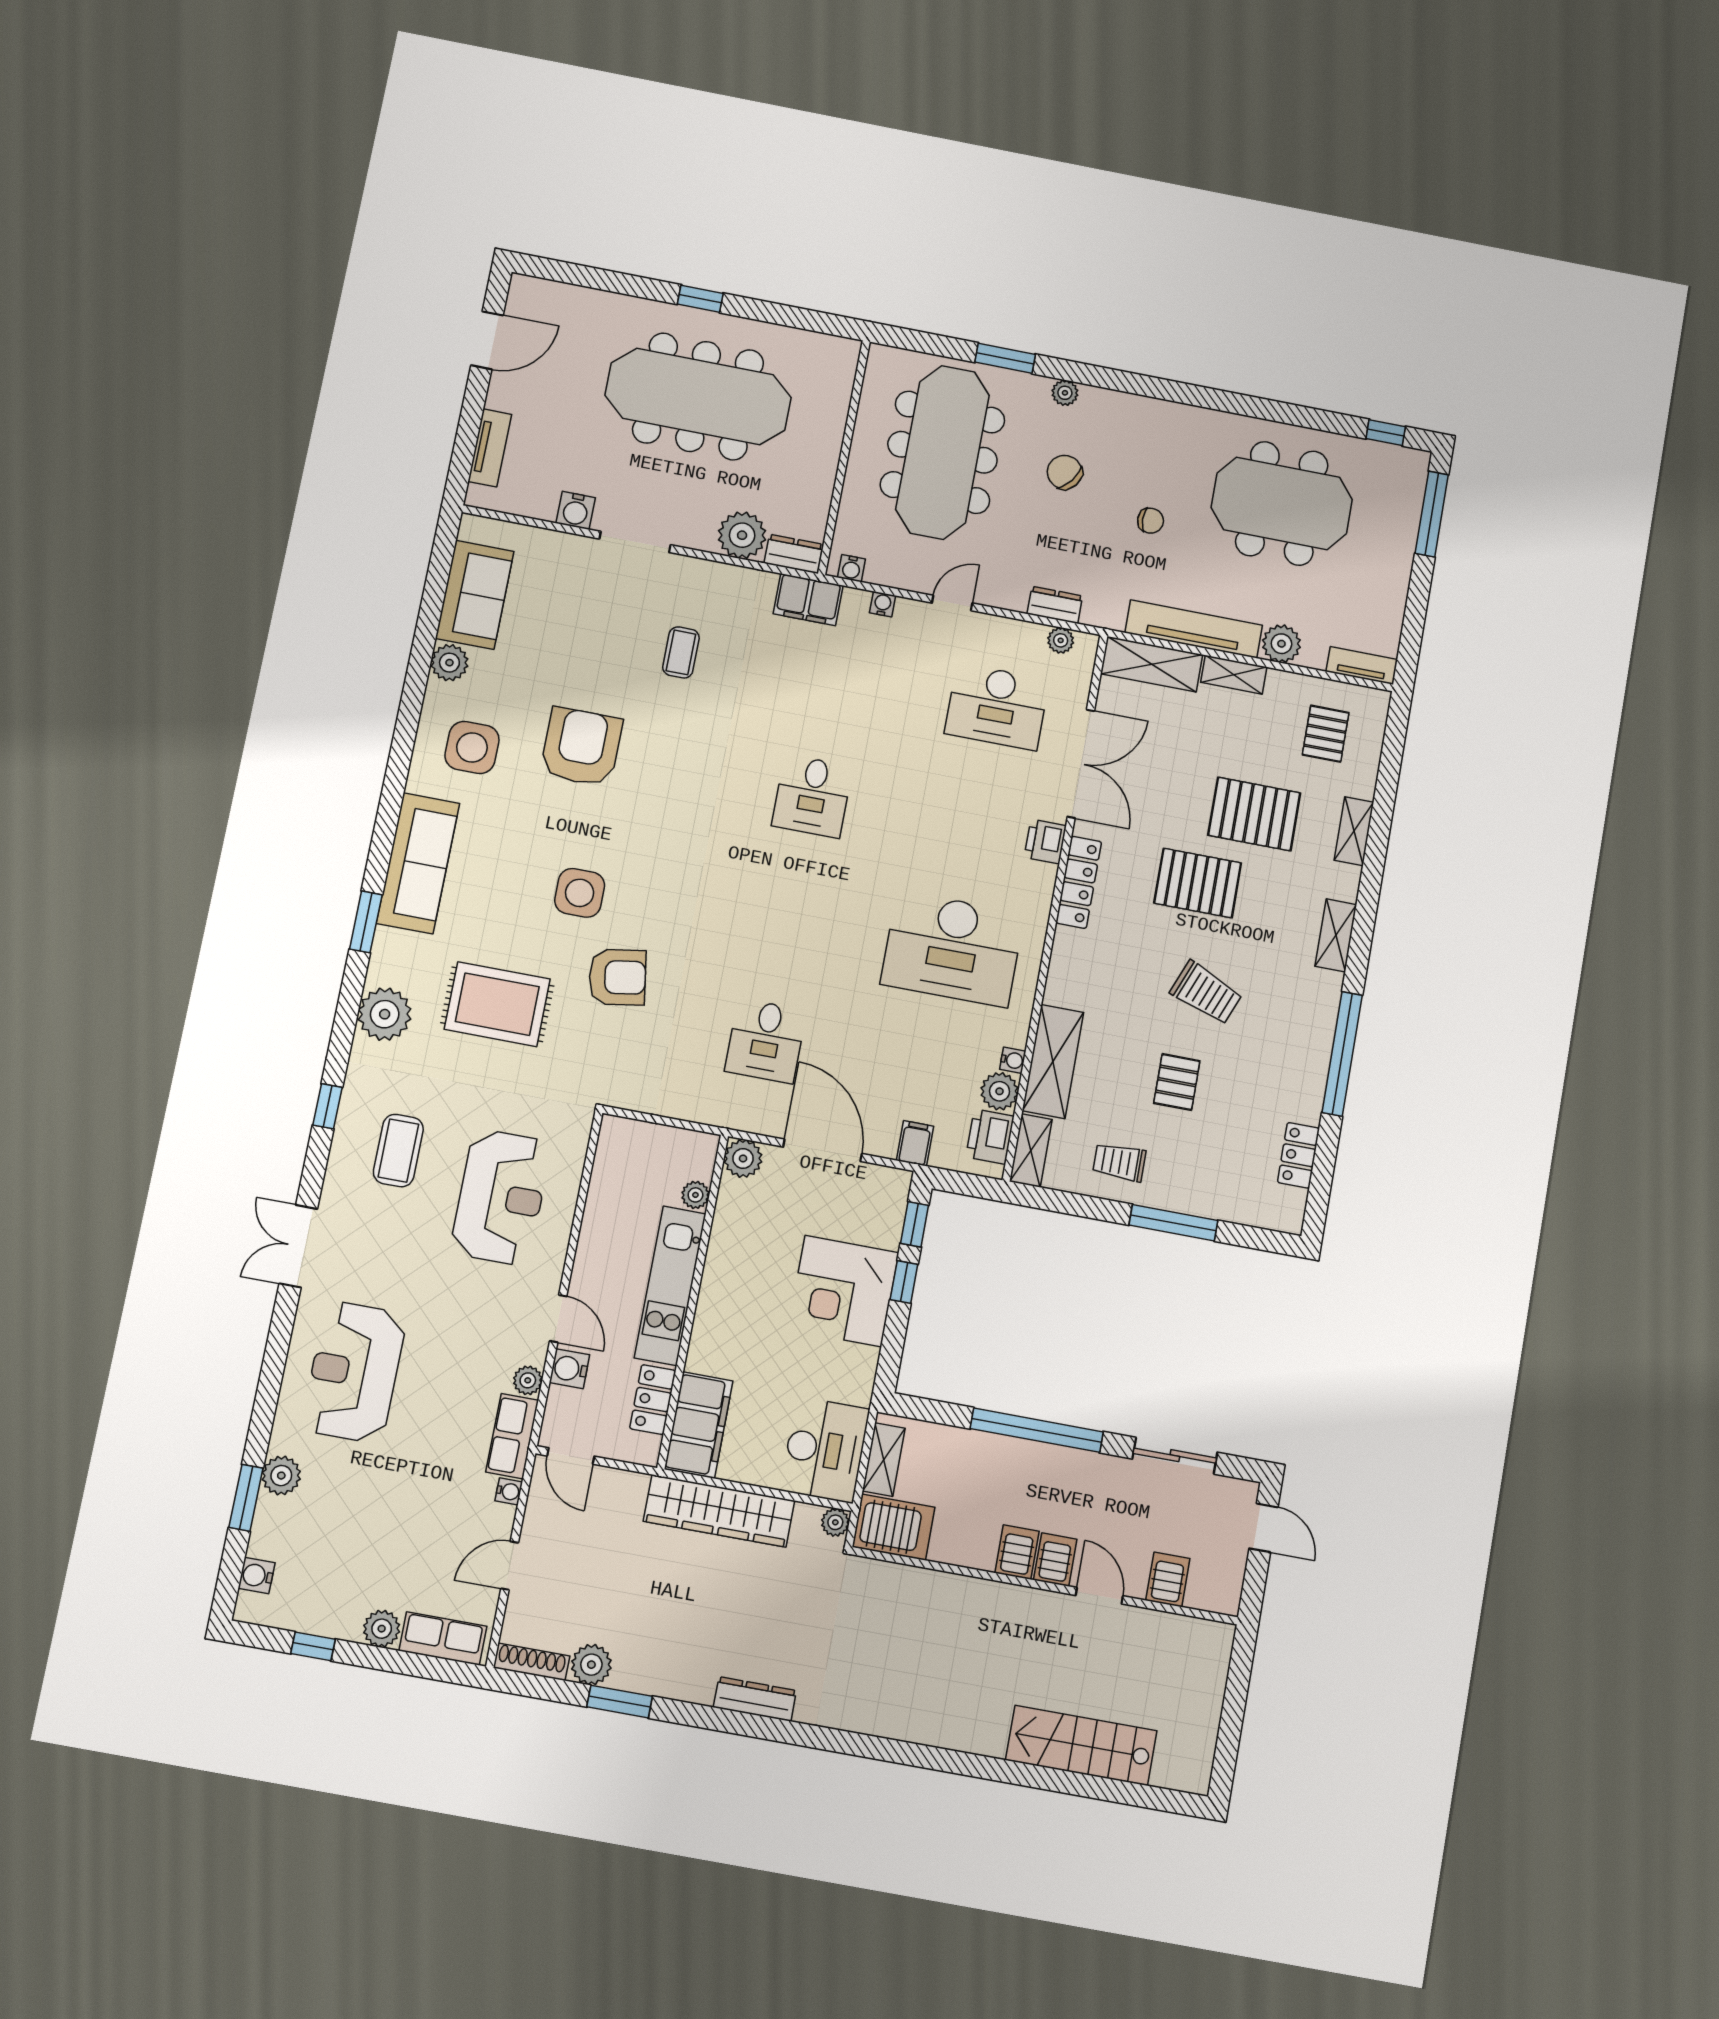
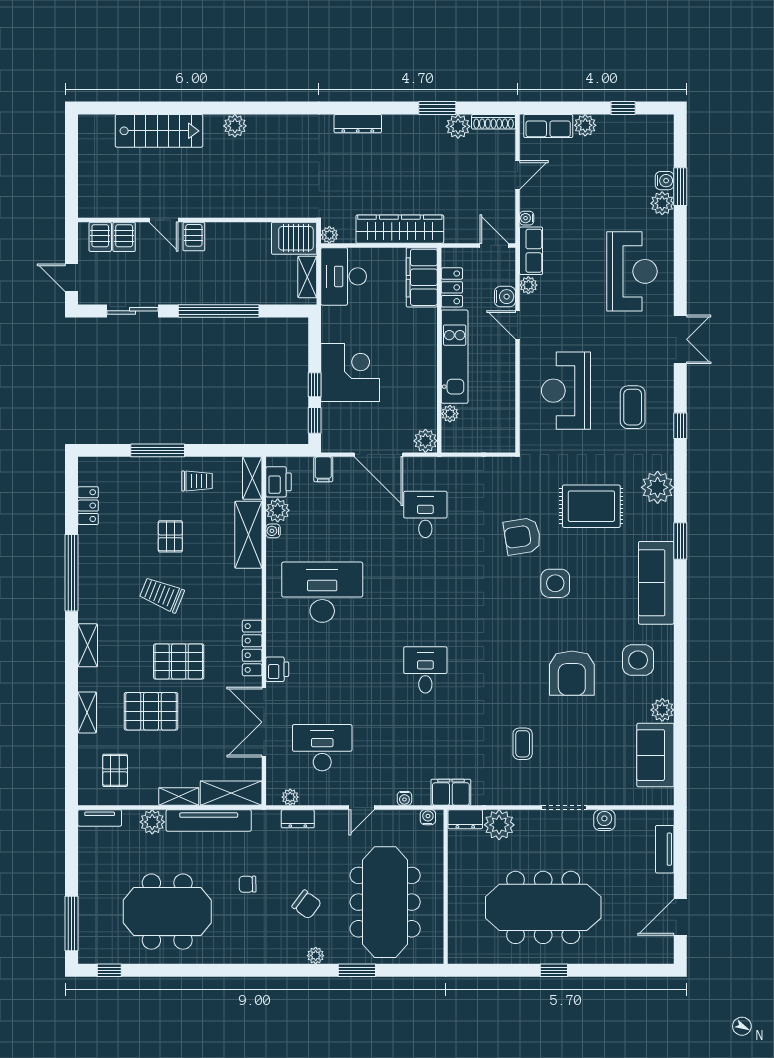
server rack: (1017, 1552) -> (100, 237), moved
water cooler: (257, 1576) -> (665, 181), moved
plant: (956, 1732) -> (235, 126), added

